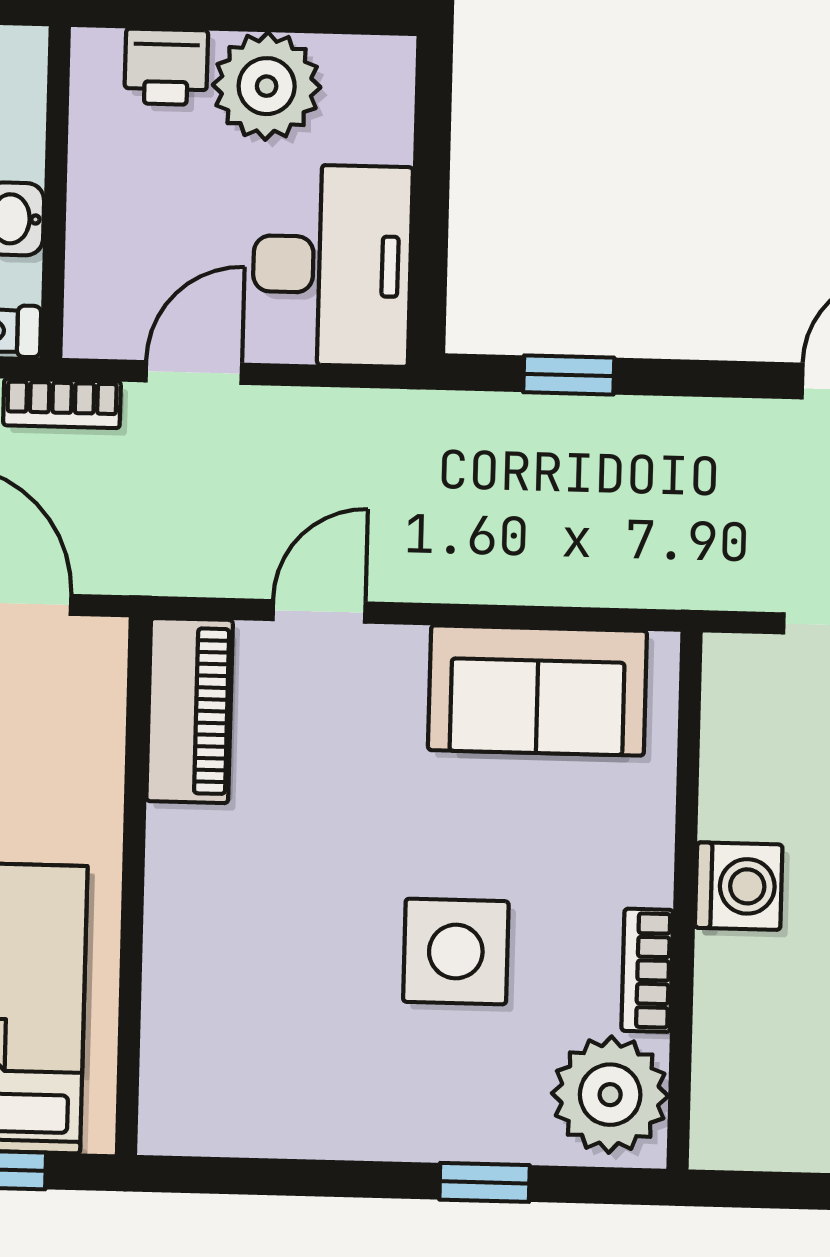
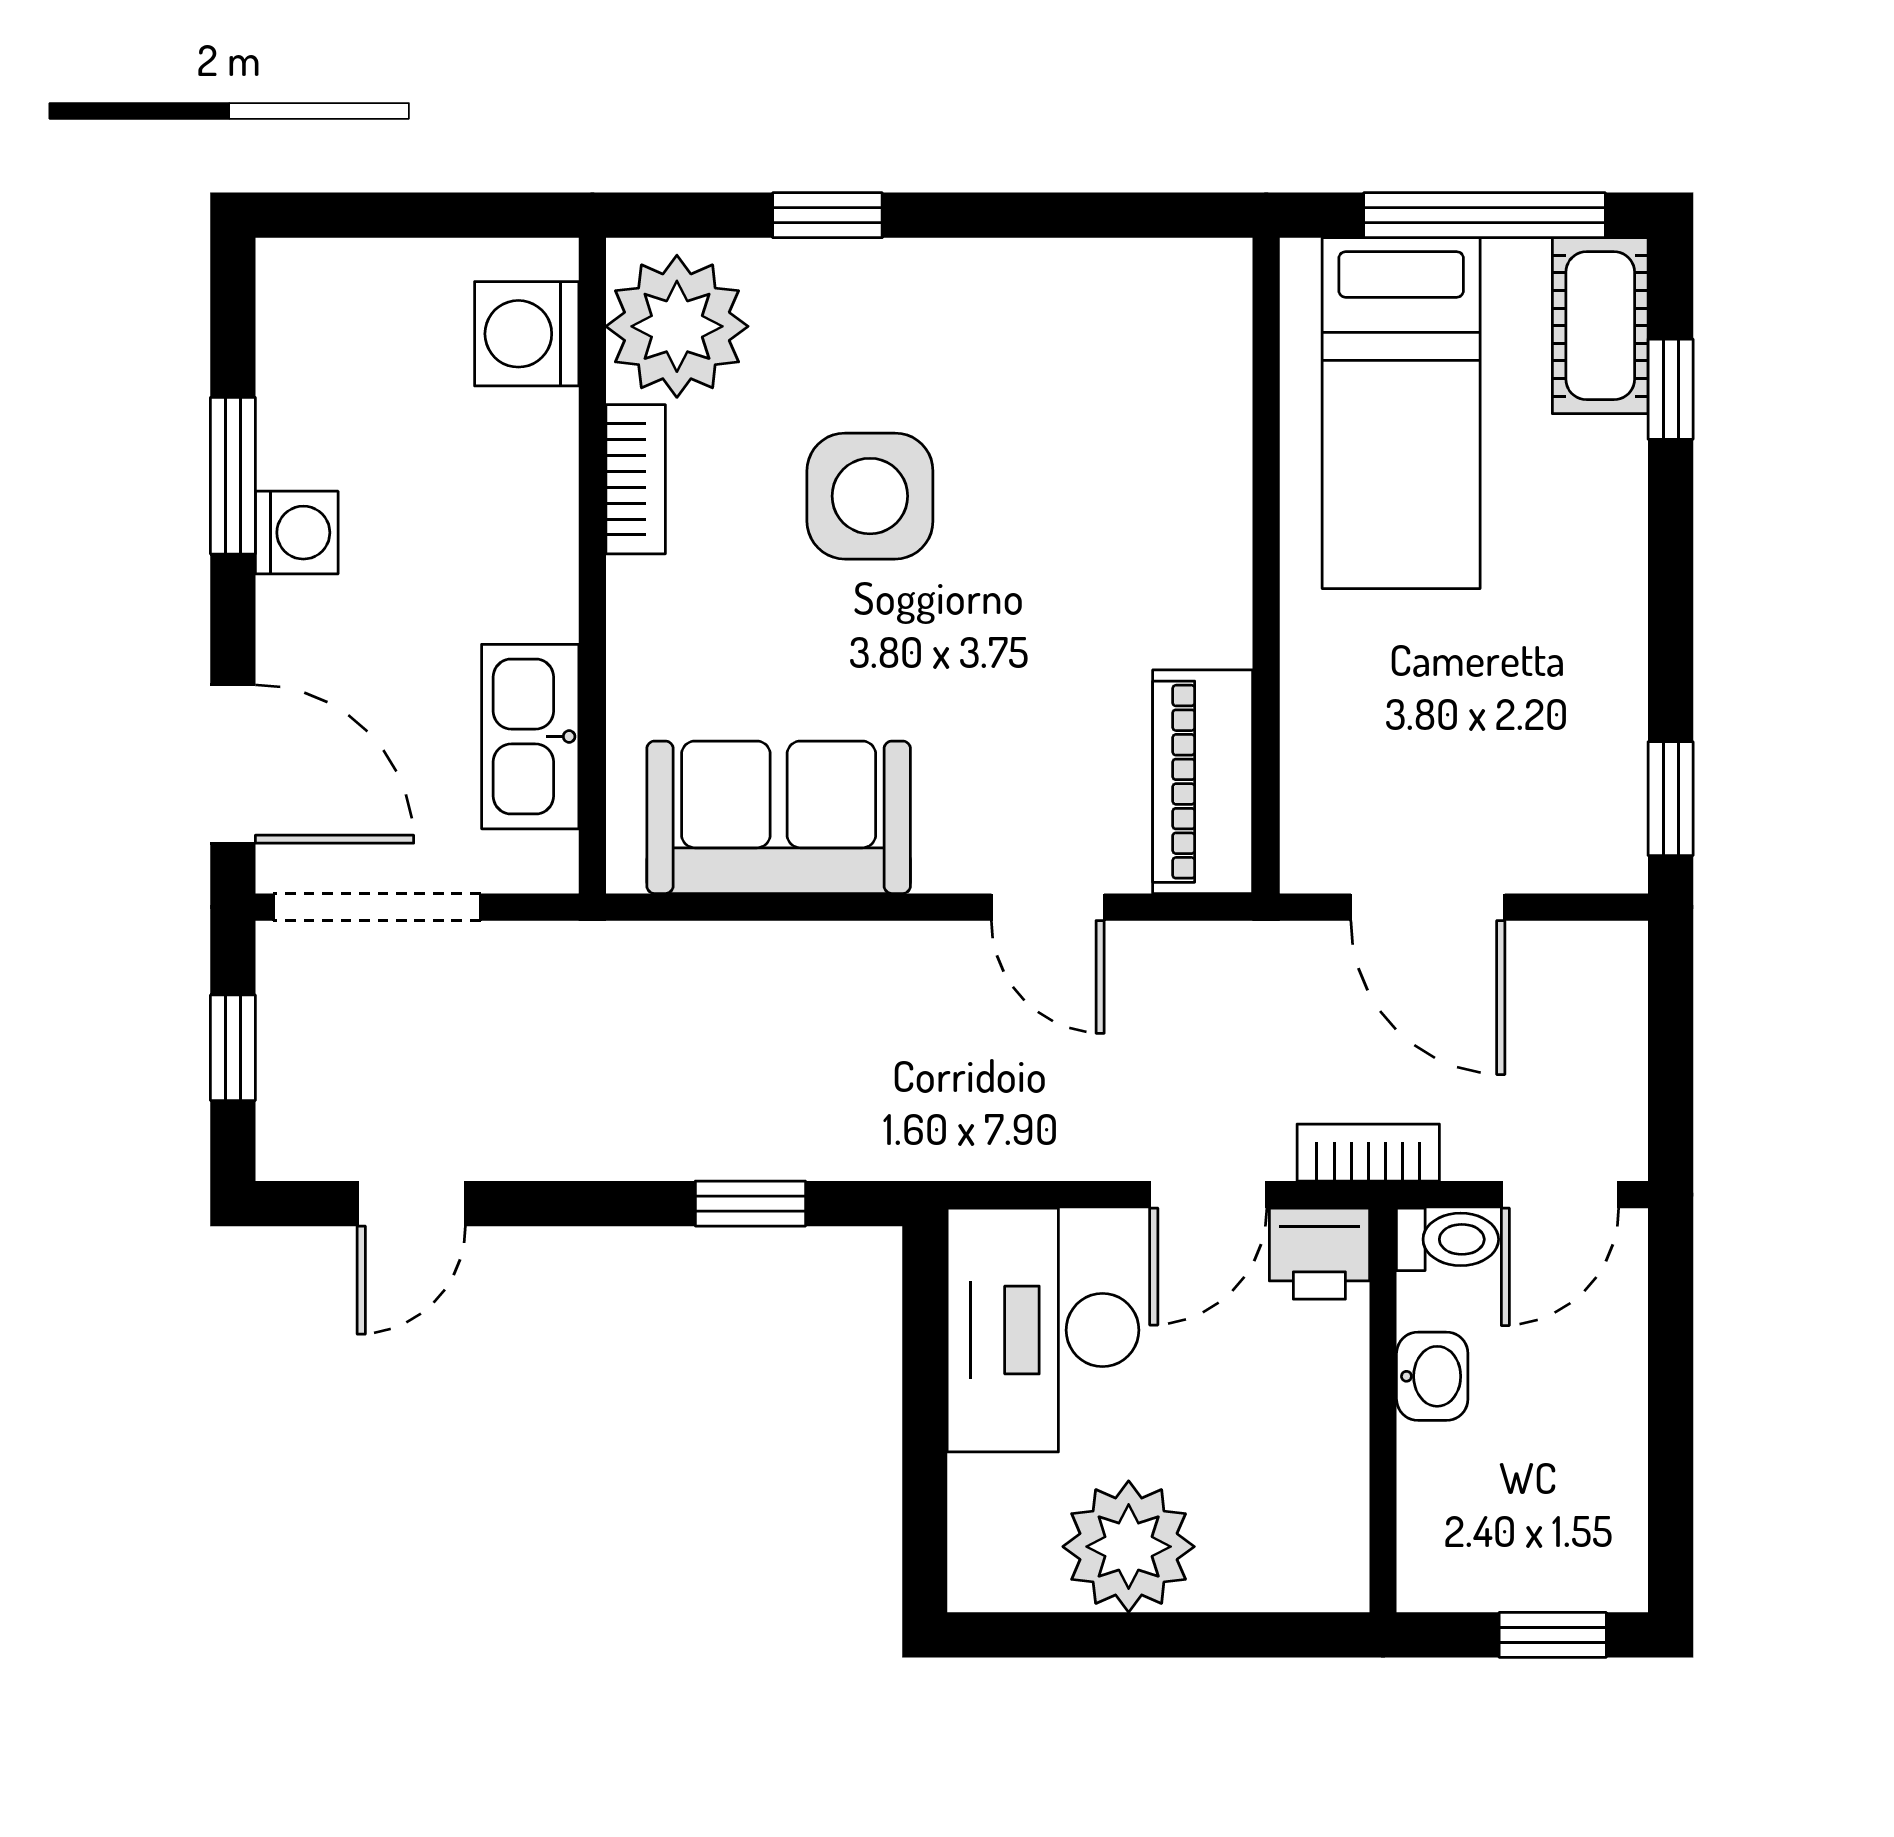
printer: (166, 67) -> (1319, 1254), moved, turned 180
door: (319, 611) -> (1048, 907), hinge flipped
kitchen sink: (739, 762) -> (530, 737), added
washing machine: (739, 886) -> (527, 334), moved

